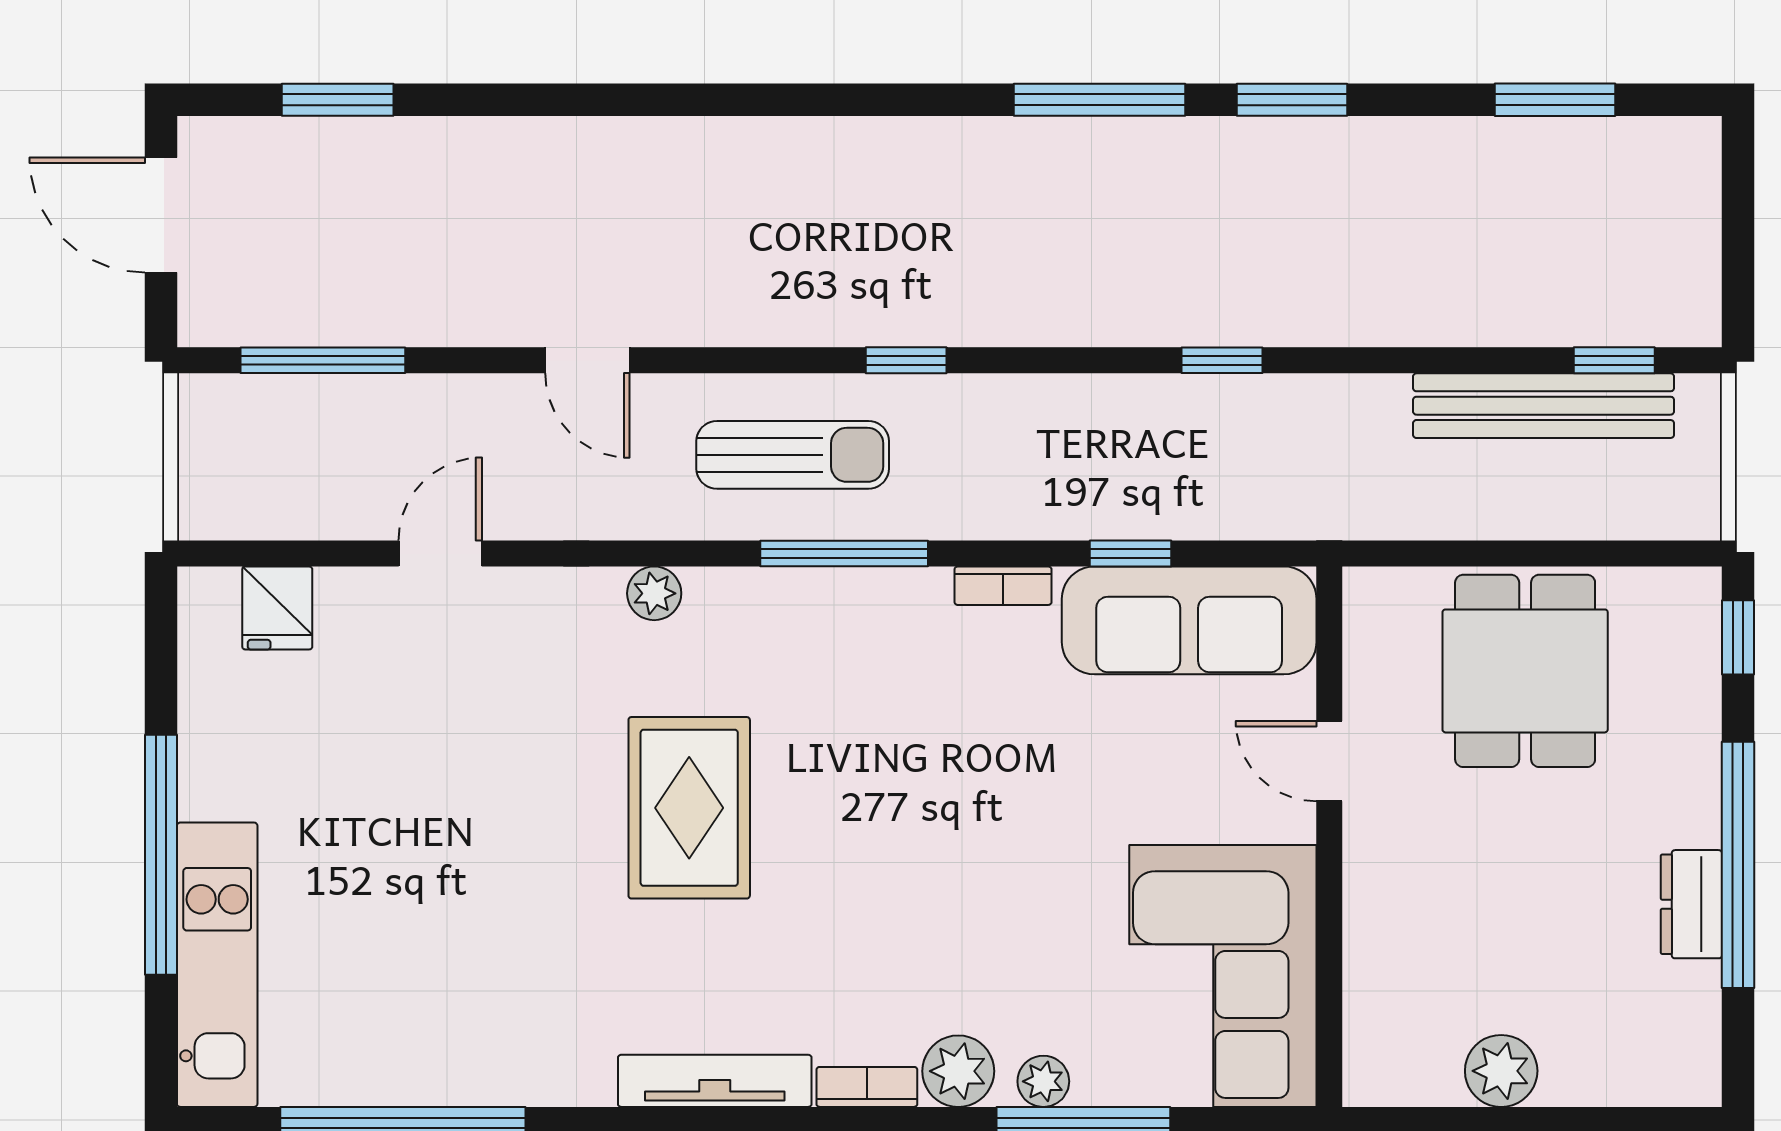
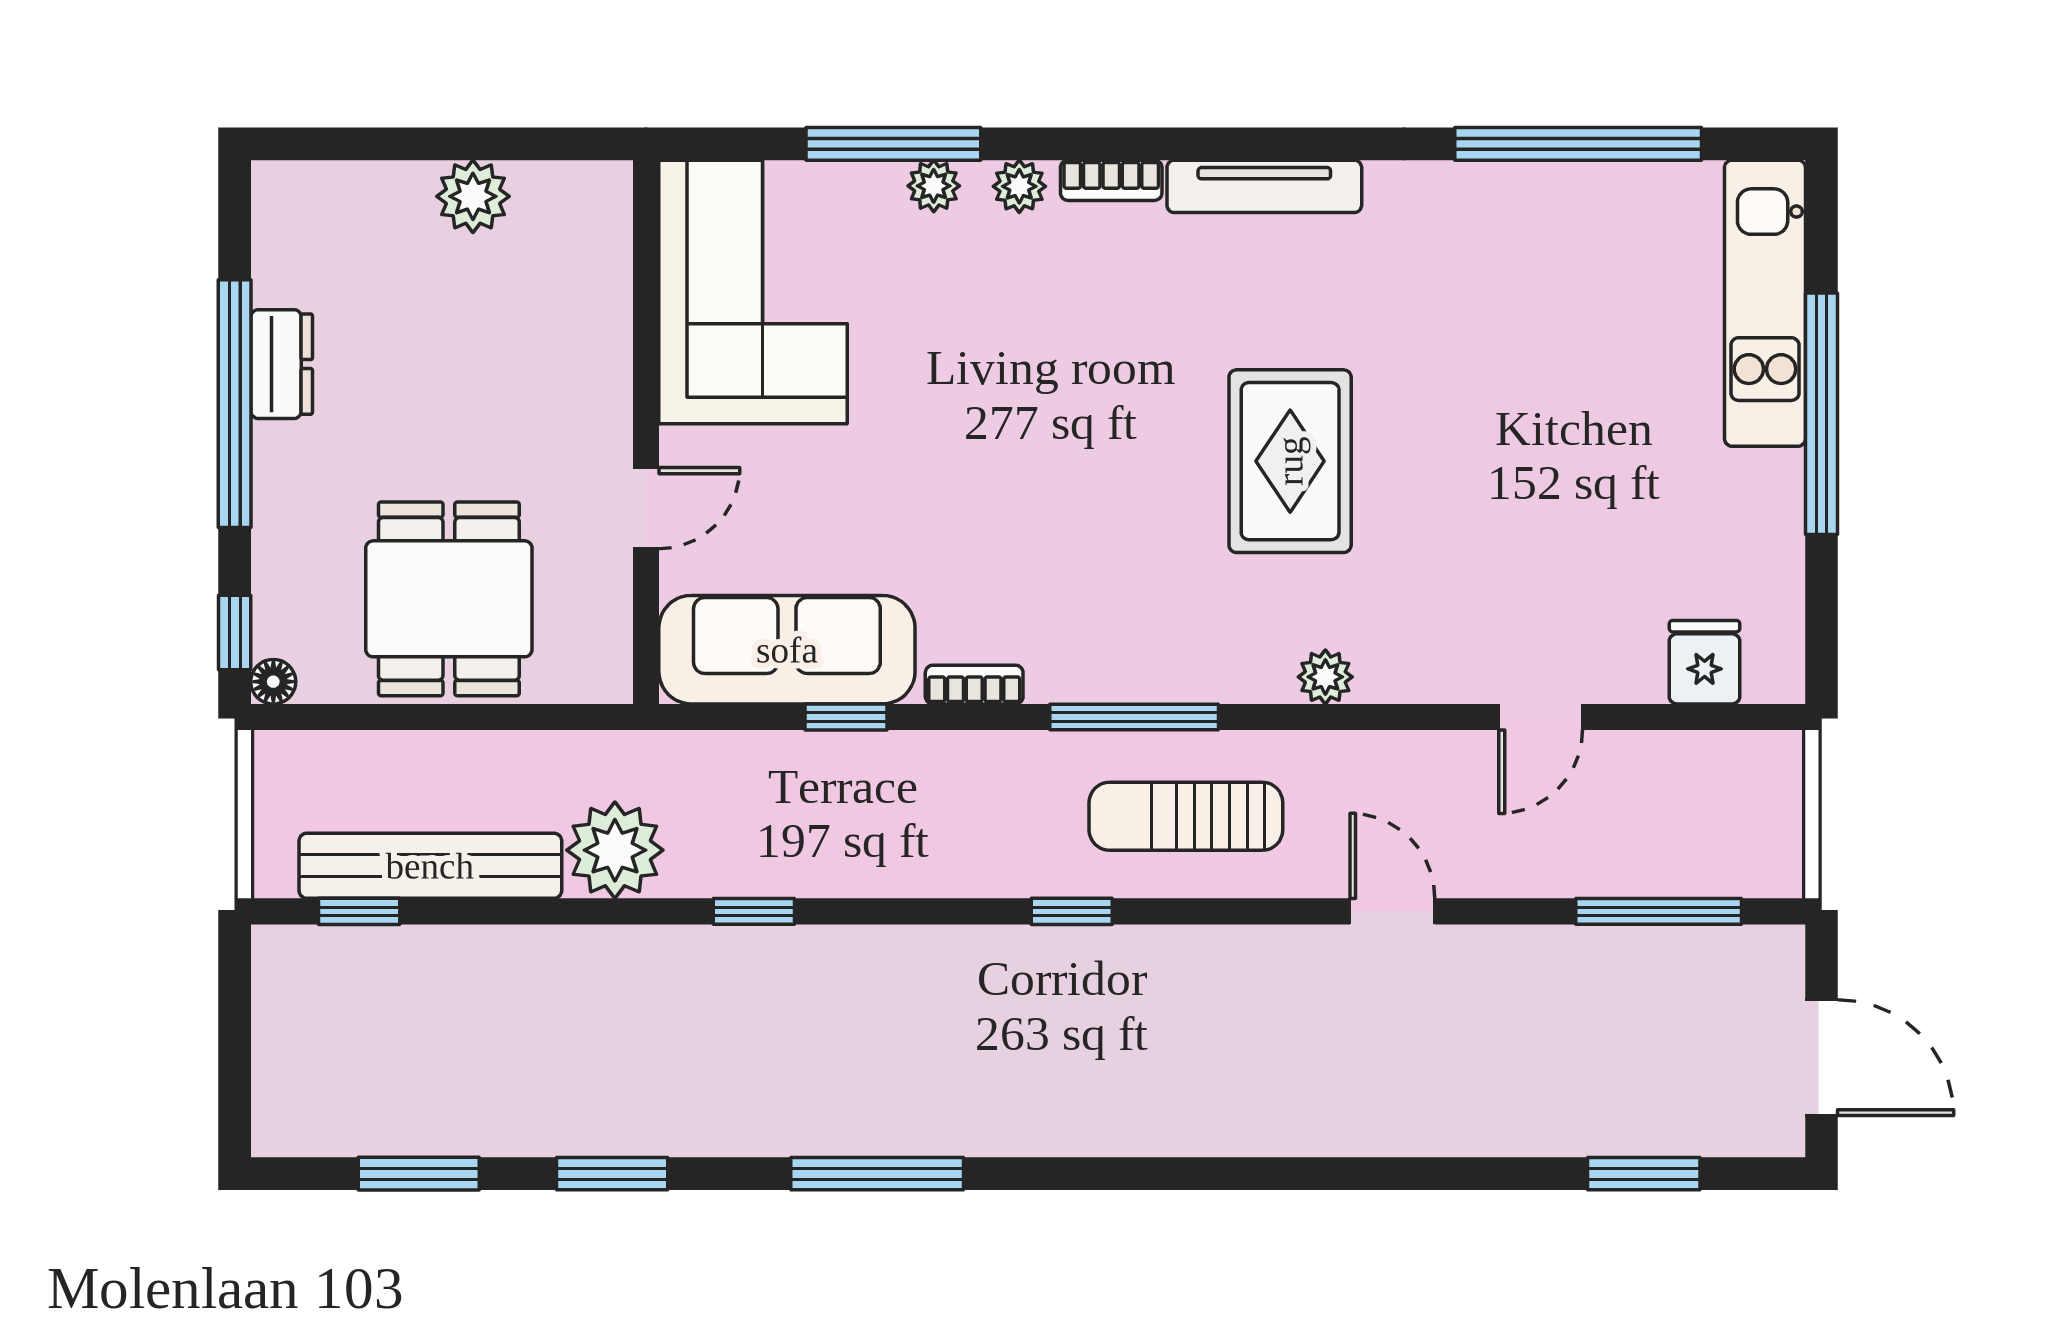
window: (1292, 100) -> (612, 1174), moved
plant: (1360, 421) -> (615, 850), added
floor lamp: (1700, 589) -> (273, 682), added
door: (1329, 761) -> (646, 508), hinge flipped
plant: (958, 1071) -> (1019, 186), width x0.73, depth x0.73

